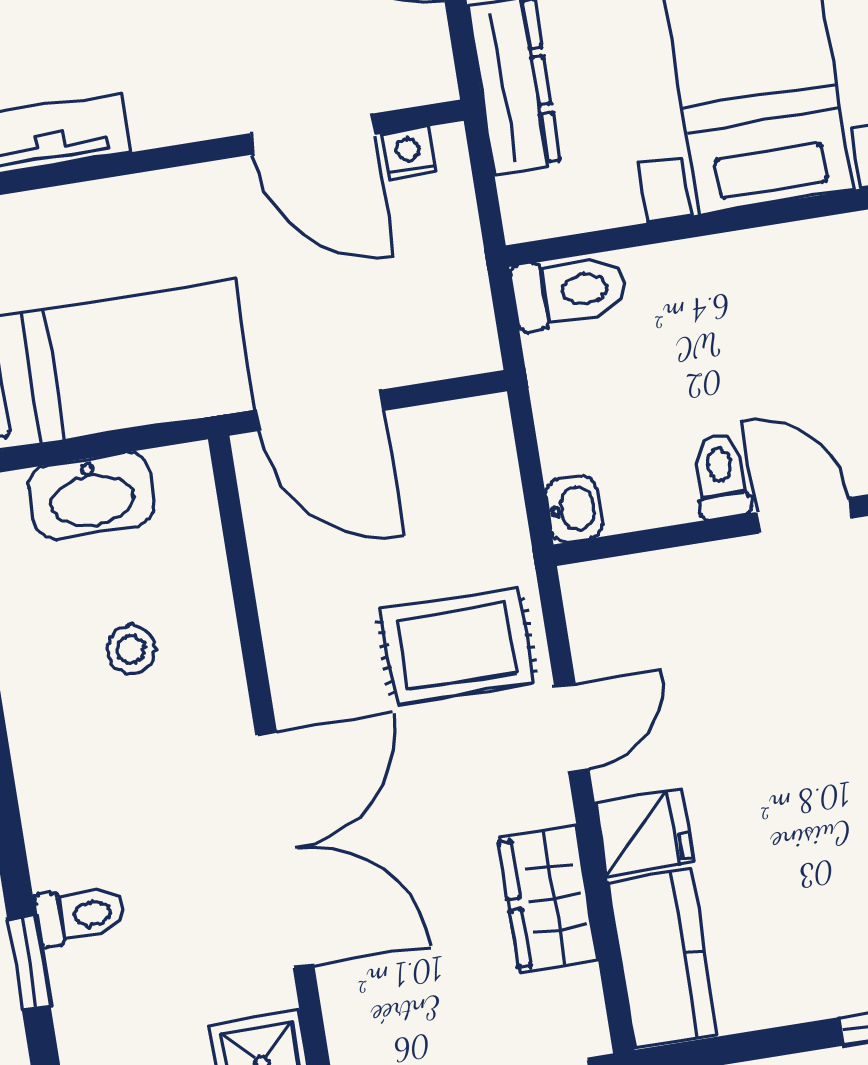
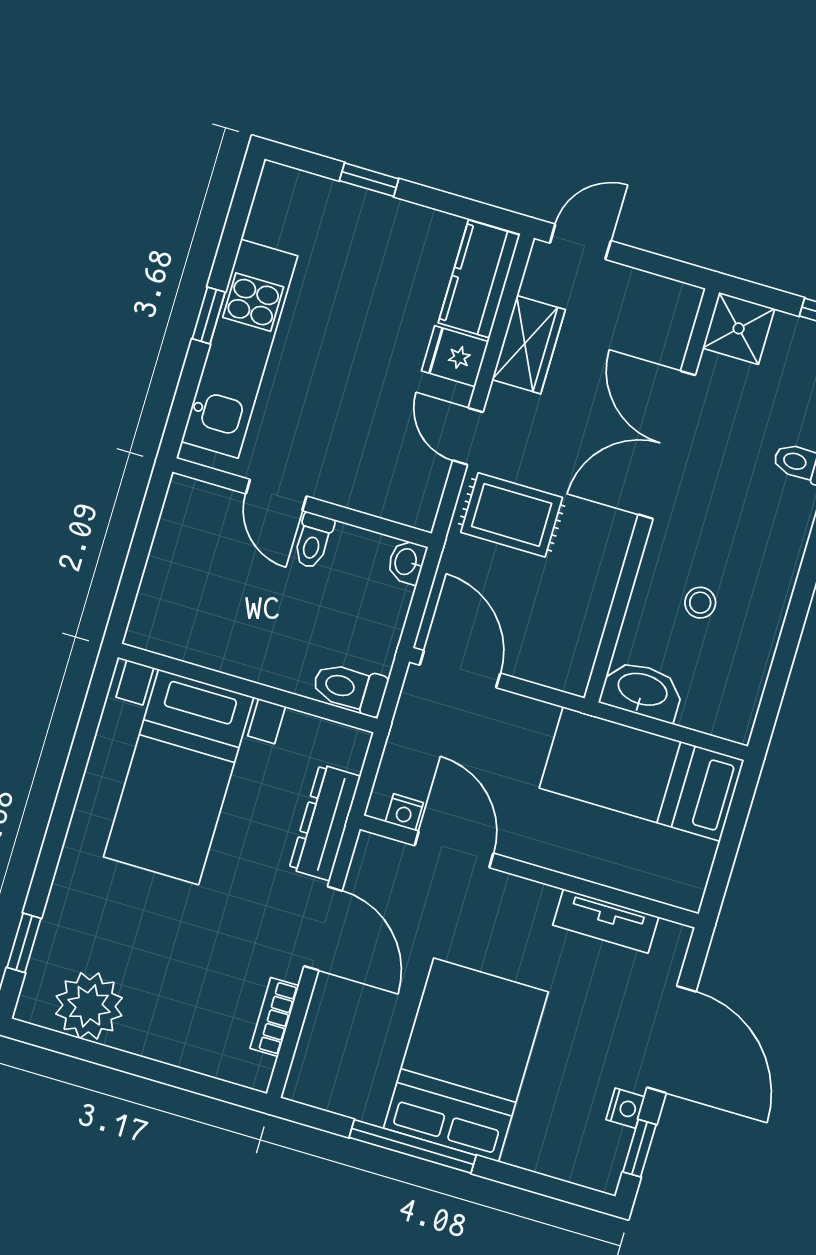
door: (320, 410) -> (460, 669), moved
washbasin: (92, 496) -> (642, 691), moved
door: (572, 728) -> (468, 436), hinge flipped

